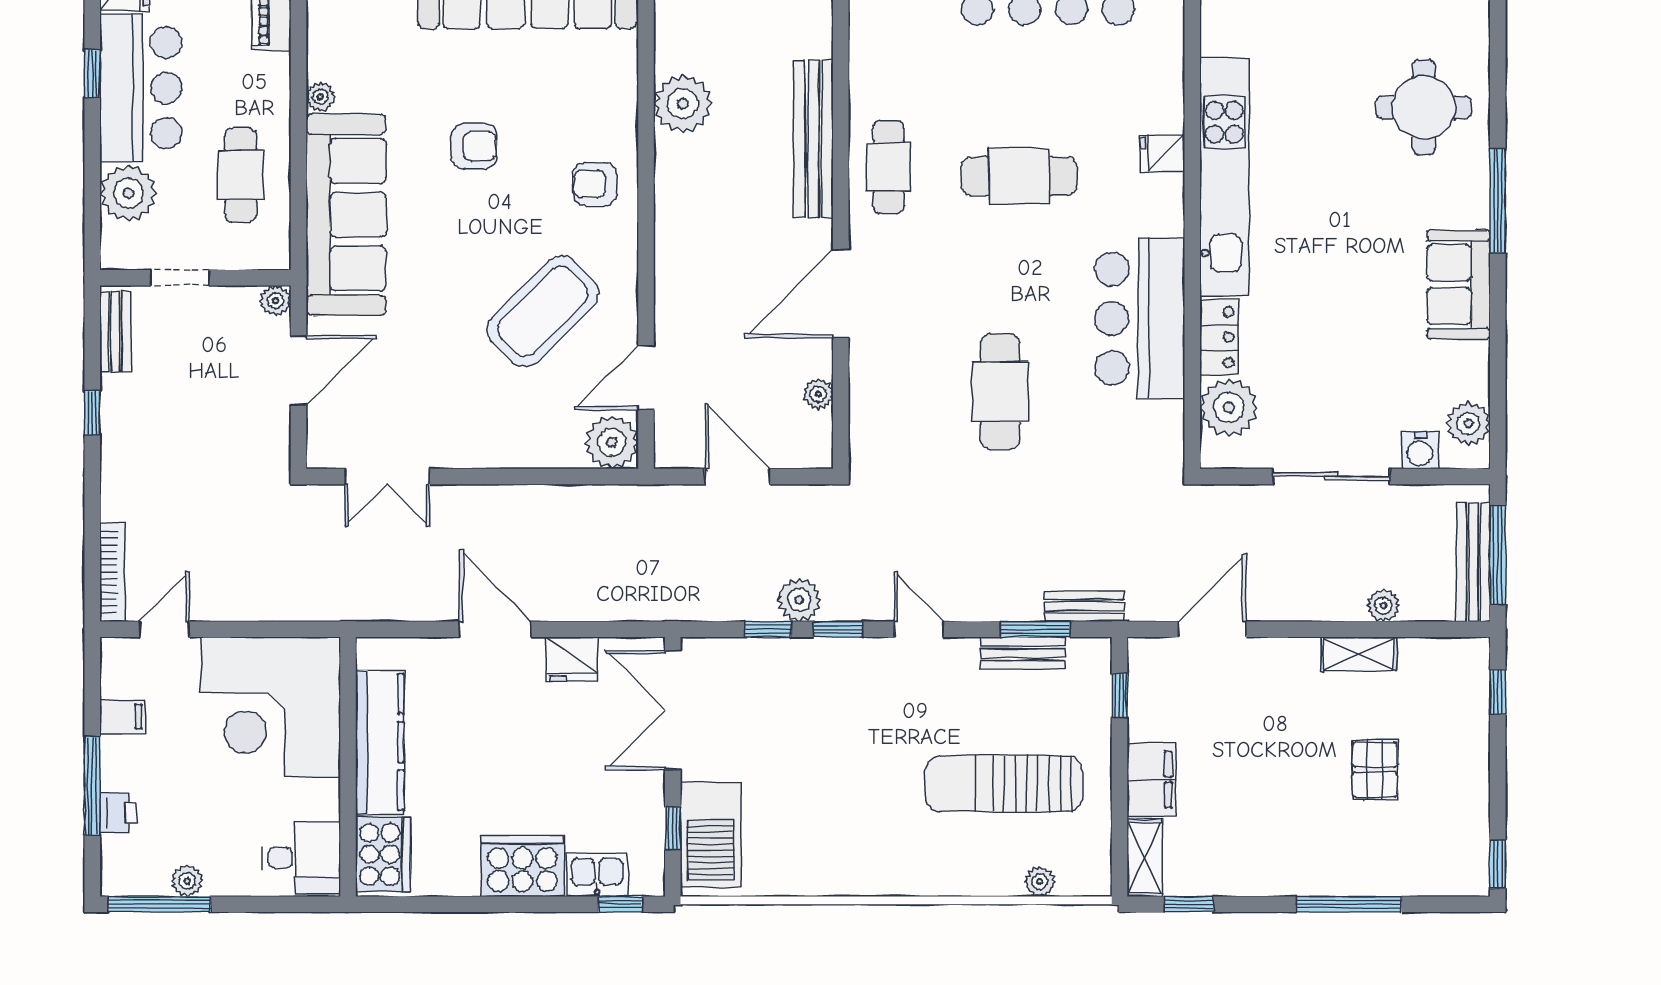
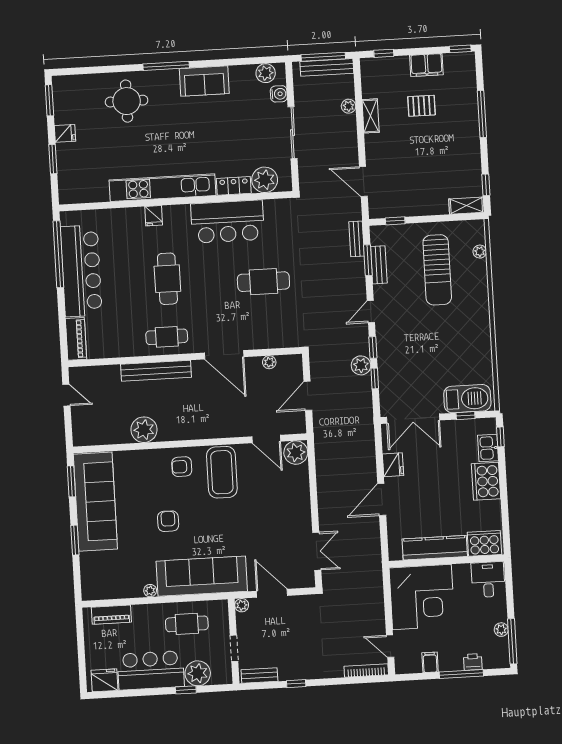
window: (92, 74) -> (186, 690), moved
armchair: (595, 184) -> (182, 467), turned 90
coffee table: (543, 312) -> (222, 472), moved, turned 45
filing cabinet: (1151, 780) -> (426, 65), moved, turned 180

